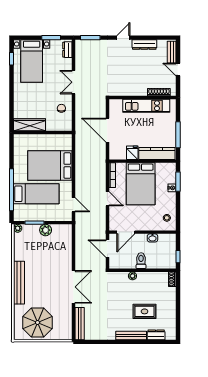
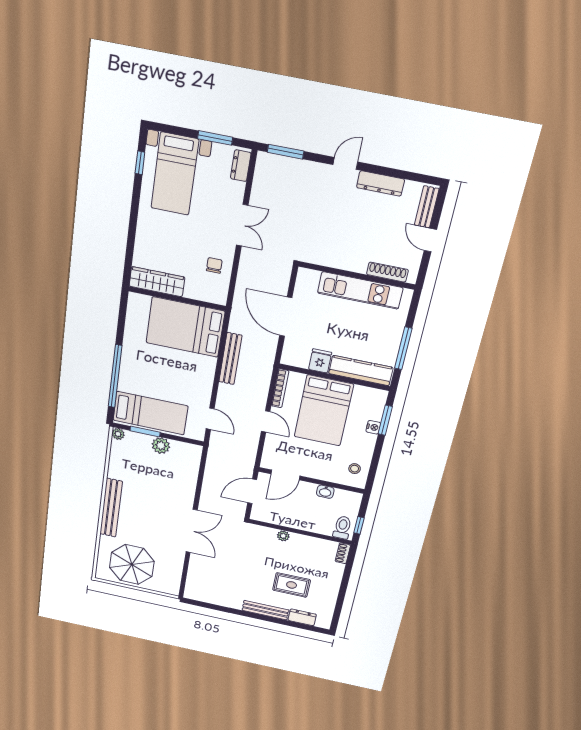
double door: (73, 82) -> (242, 225), swing flipped
bed: (50, 166) -> (185, 327), moved
bed: (36, 194) -> (150, 413), moved
door: (107, 249) -> (252, 491), hinge flipped
toilet: (141, 261) -> (342, 528), moved
bench: (80, 324) -> (230, 359), moved

